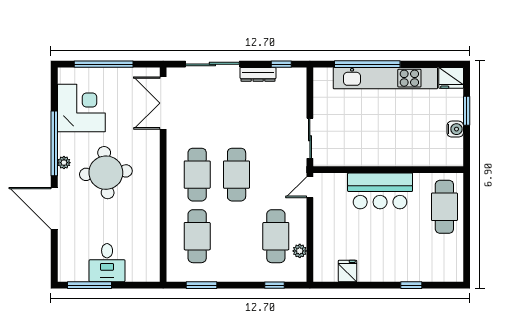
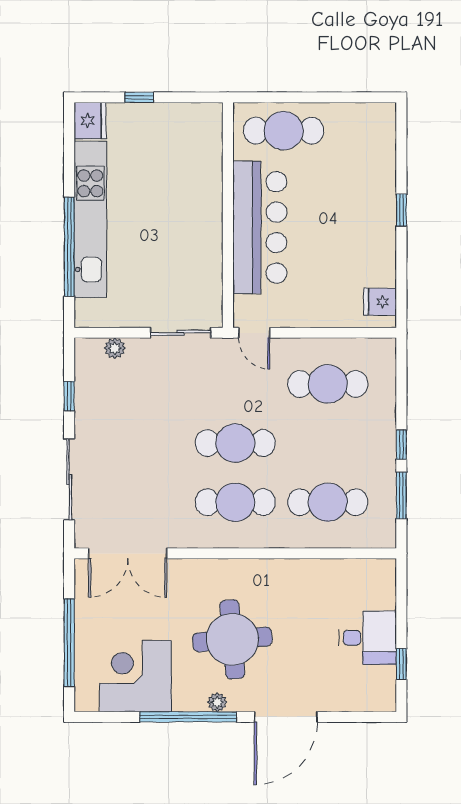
window: (281, 64) -> (69, 396), moved
dresser: (258, 74) -> (85, 411), removed
window: (467, 111) -> (139, 97), width x0.67
water cooler: (455, 129) -> (167, 114), removed
bar counter: (380, 191) -> (260, 227), width x1.36
plant: (300, 251) -> (115, 348), moved
fridge: (348, 271) -> (380, 302), moved
window: (89, 285) -> (401, 664), width x0.46
window: (274, 285) -> (401, 445), moved
window: (411, 285) -> (401, 210), moved

